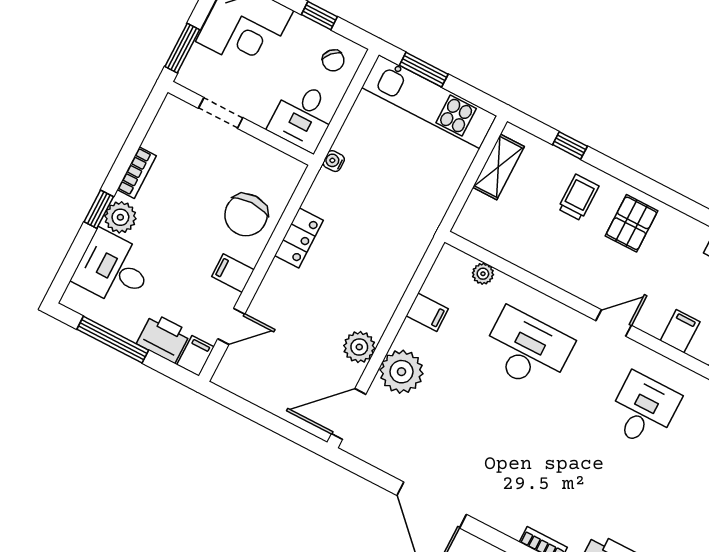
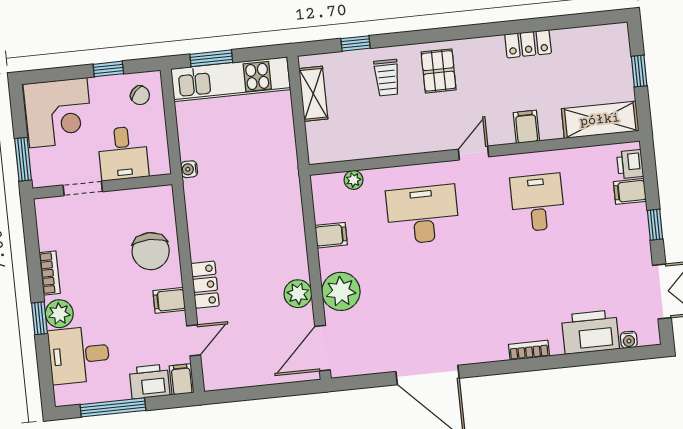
desk: (303, 116) -> (123, 153), moved
trolley: (578, 197) -> (387, 78), turned 180
locker: (299, 238) -> (205, 285), moved

